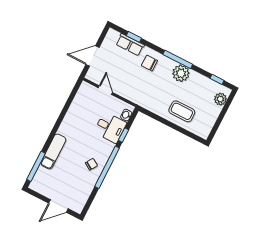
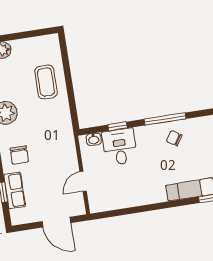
window: (107, 167) -> (165, 119), width x0.68

